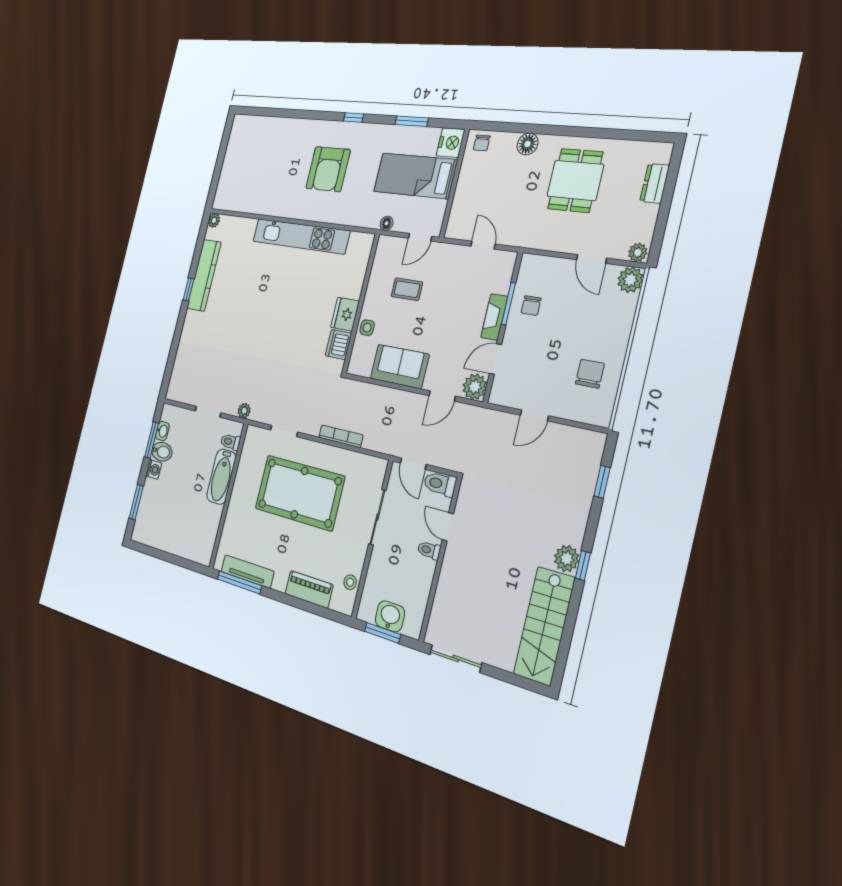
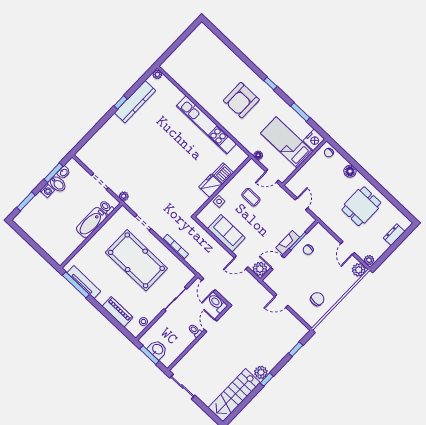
dishwasher: (338, 344) -> (223, 173), moved

